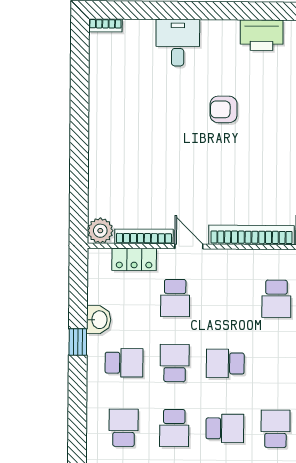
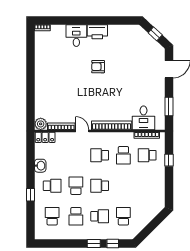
printer: (262, 35) -> (97, 32), moved
locker: (134, 259) -> (45, 137), moved
school desk: (175, 298) -> (100, 155), moved, turned 90
window: (78, 342) -> (30, 195), moved

